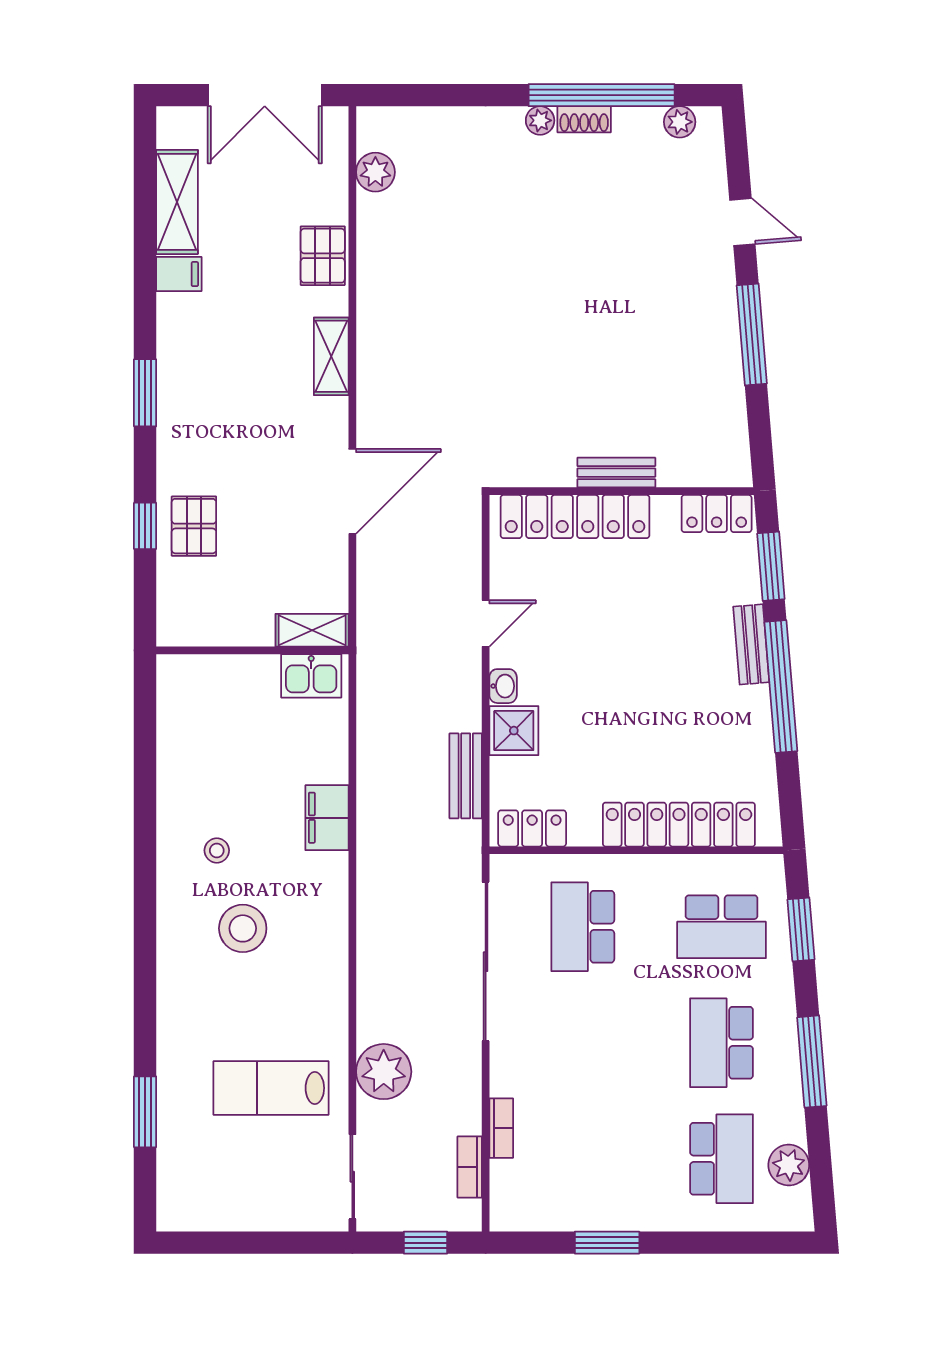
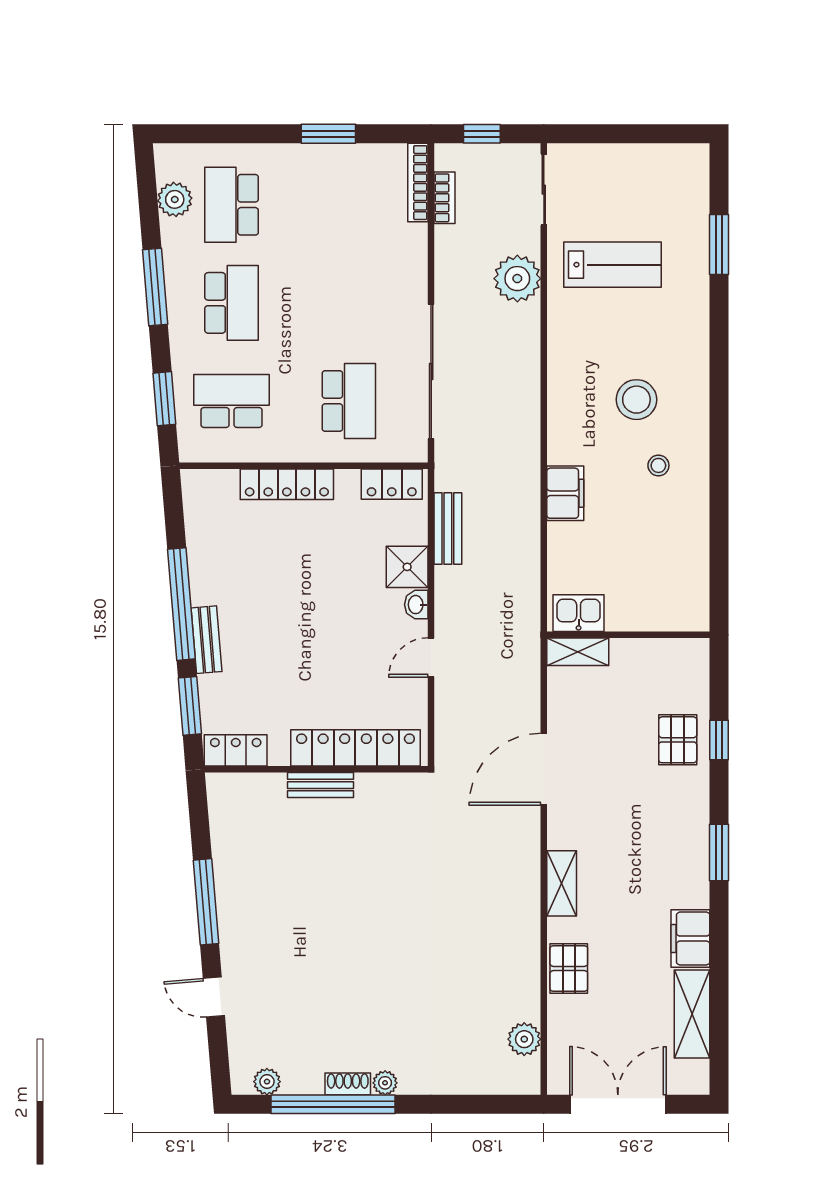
filing cabinet: (179, 274) -> (690, 939), width x2.00
locker: (679, 825) -> (287, 484), width x0.71, depth x0.83
bookcase: (501, 1128) -> (418, 183), moved, width x1.56

